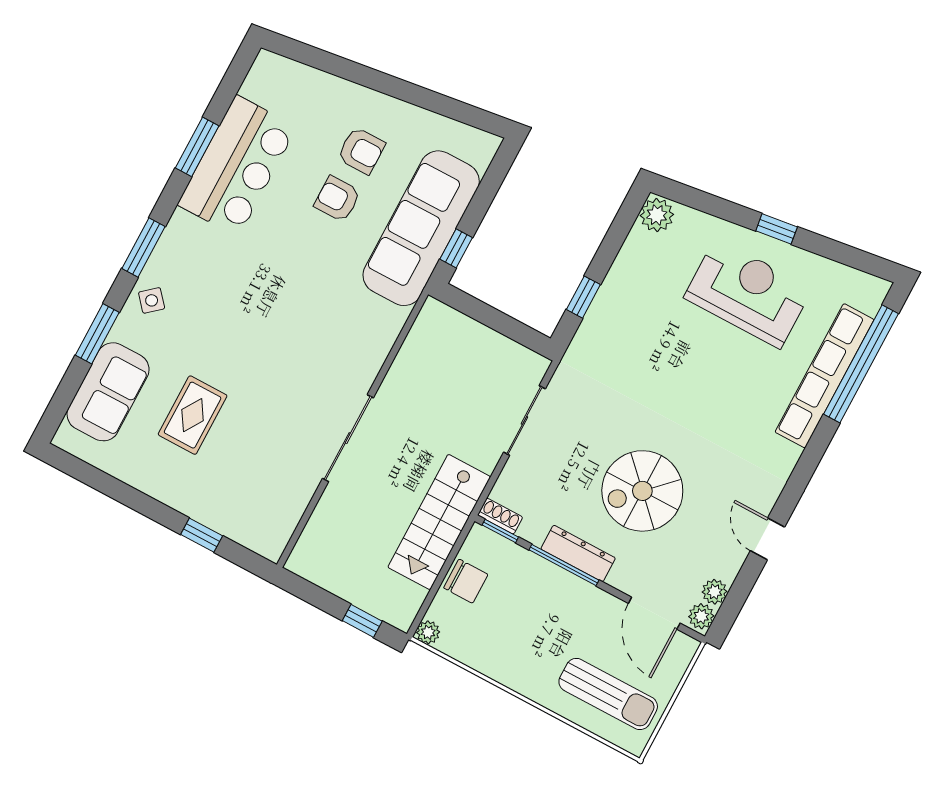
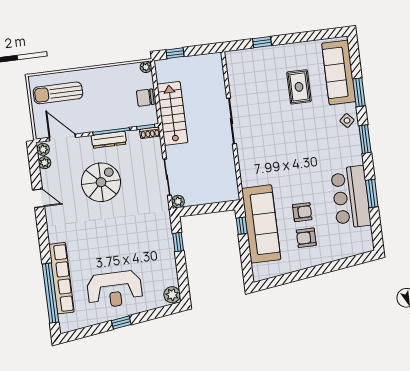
plant: (535, 366) -> (178, 201), added
sofa: (108, 392) -> (339, 72), width x1.36

